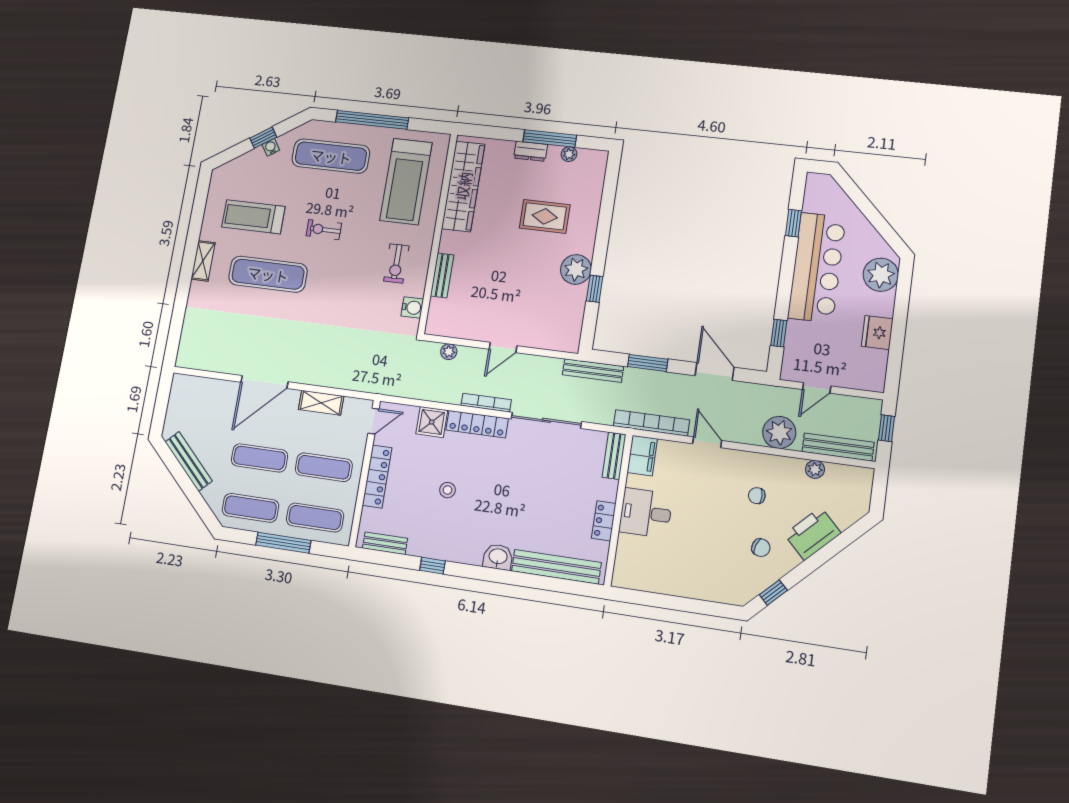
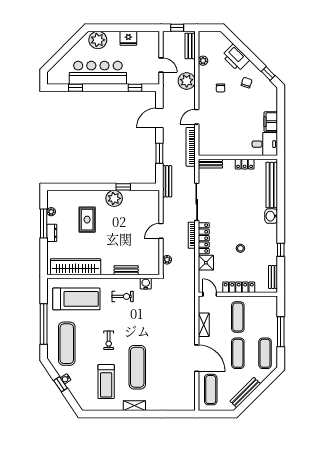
door: (503, 347) -> (161, 231), swing flipped
bench: (838, 447) -> (190, 46), width x0.73
filing cabinet: (642, 456) -> (271, 122), moved, turned -90
desk: (646, 513) -> (265, 144), moved, turned -90
exercise mat: (315, 518) -> (211, 390), moved

